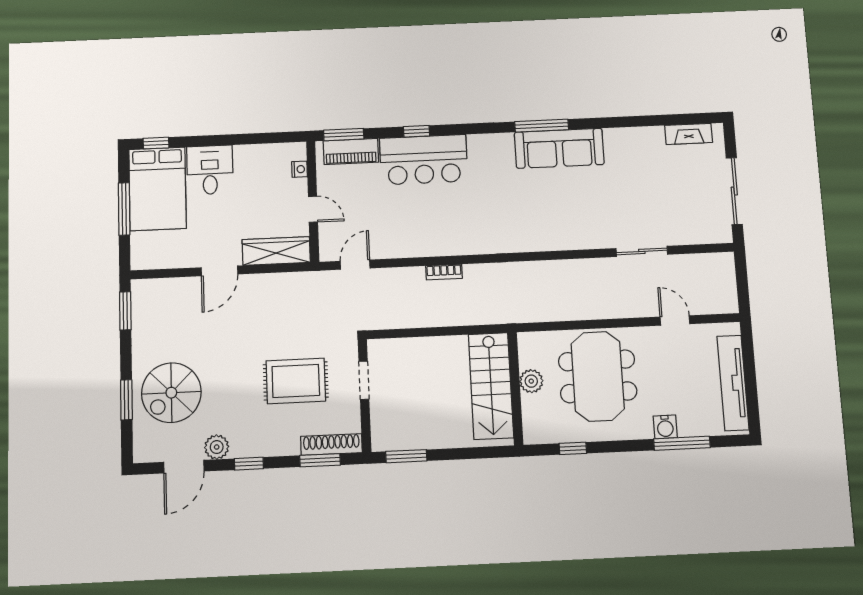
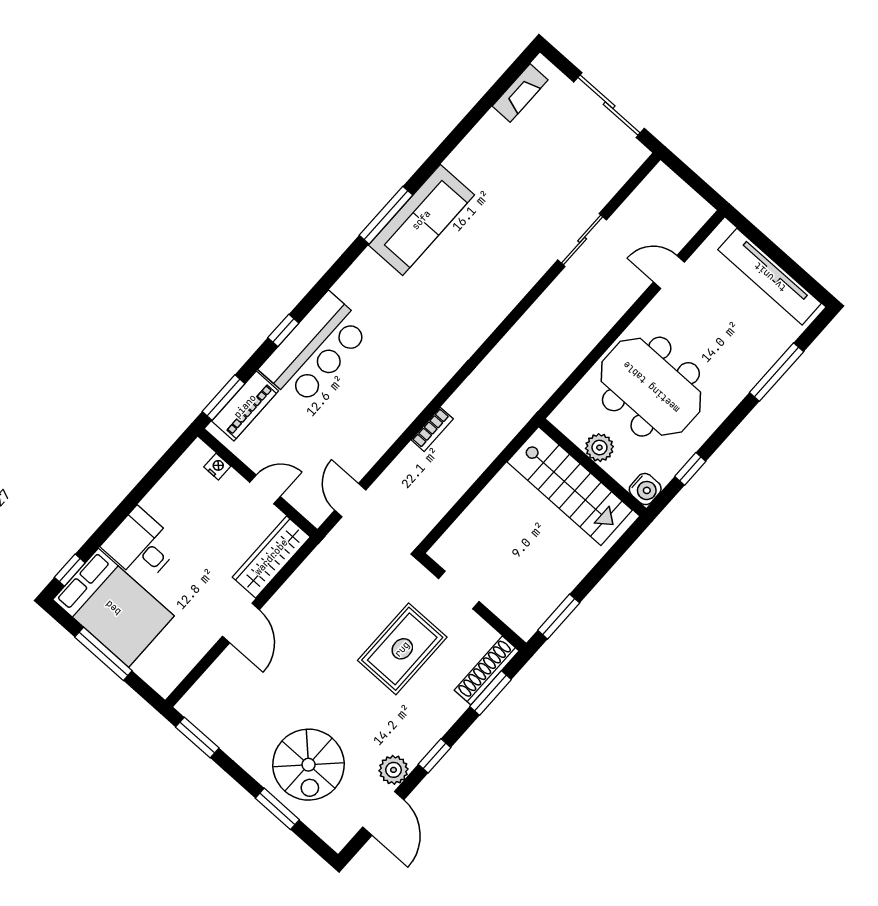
water cooler: (665, 427) -> (645, 489), moved

